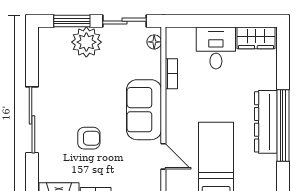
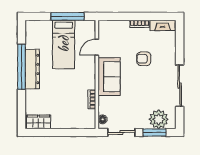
plant: (86, 42) -> (159, 119), moved
desk: (216, 48) -> (64, 116), removed
sliding door: (32, 120) -> (180, 86), moved
door: (163, 156) -> (97, 47), hinge flipped

